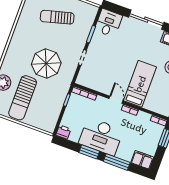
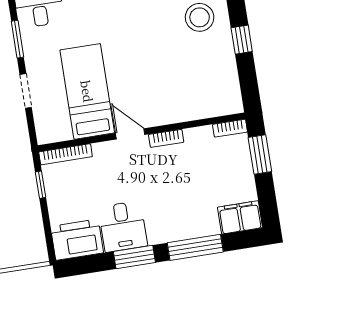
bed: (140, 84) -> (87, 91), moved
printer: (63, 132) -> (77, 240), width x1.87, depth x1.48
desk: (101, 136) -> (123, 226), width x0.53, depth x0.77

